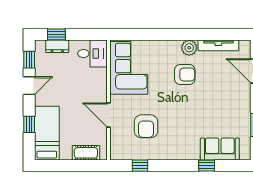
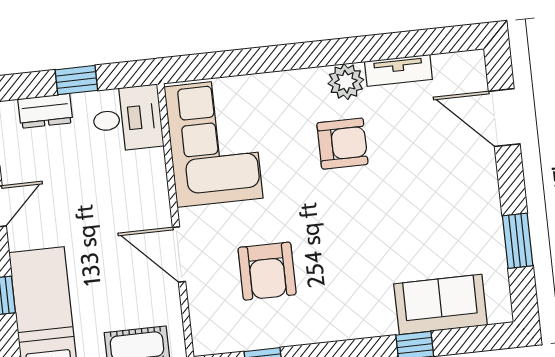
window: (56, 34) -> (76, 80), moved
tv unit: (218, 45) -> (398, 70), width x0.71

